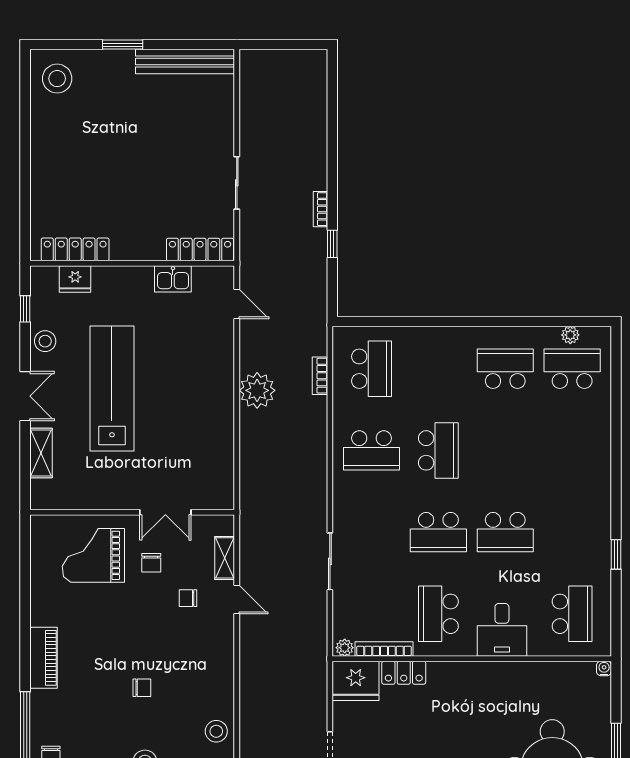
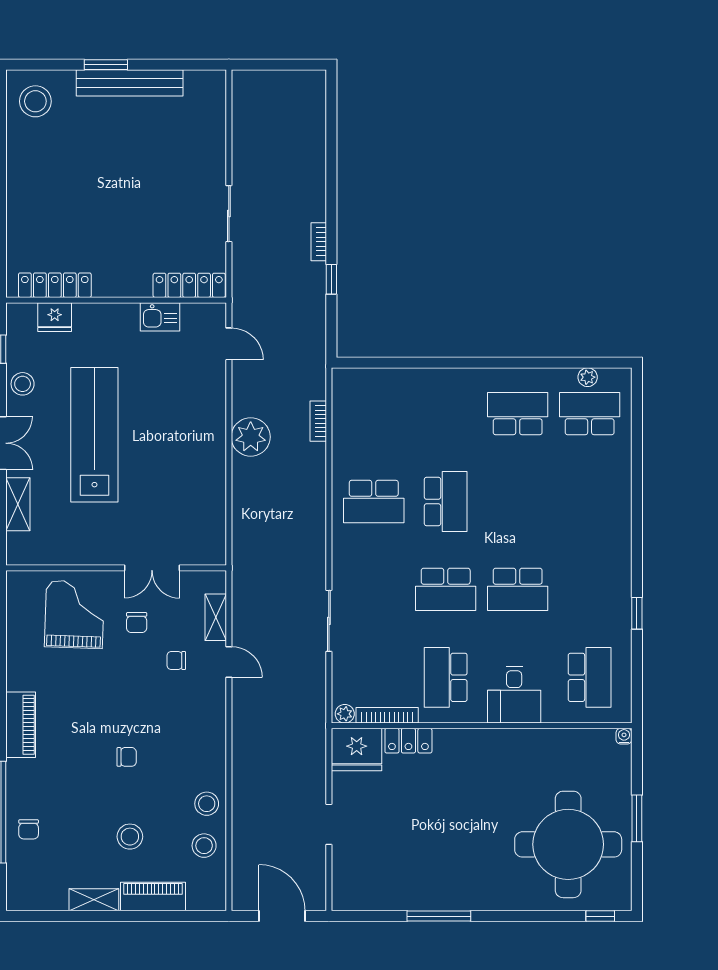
bench: (185, 62) -> (130, 83), moved
school desk: (371, 369) -> (374, 414), removed
grand piano: (93, 555) -> (74, 614), turned 92

